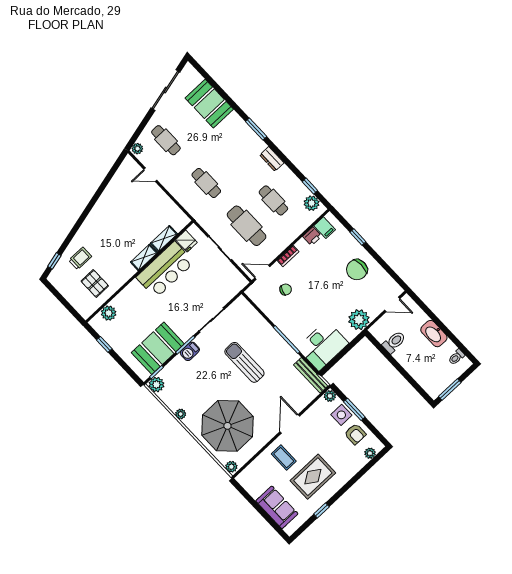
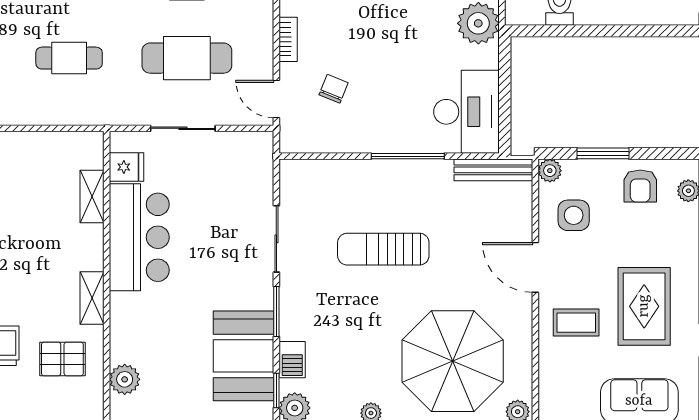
shelving: (144, 257) -> (92, 298), moved
door: (262, 272) -> (276, 99), hinge flipped
barbecue: (190, 351) -> (292, 360), moved
side table: (341, 415) -> (574, 215), moved
armchair: (355, 434) -> (640, 186), turned 90

